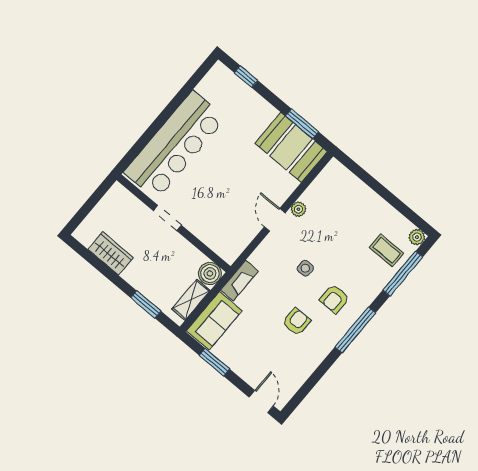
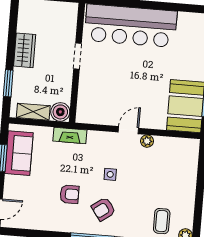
wardrobe: (111, 253) -> (25, 50), moved
armchair: (335, 299) -> (103, 209), turned -36
sofa: (214, 321) -> (19, 153), moved, turned -90

